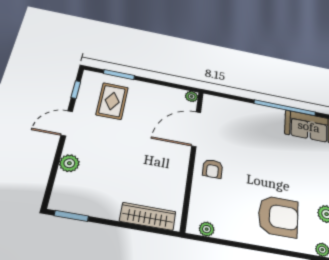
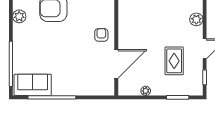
plant: (192, 96) -> (146, 91), moved
rug: (112, 101) -> (174, 61), moved

